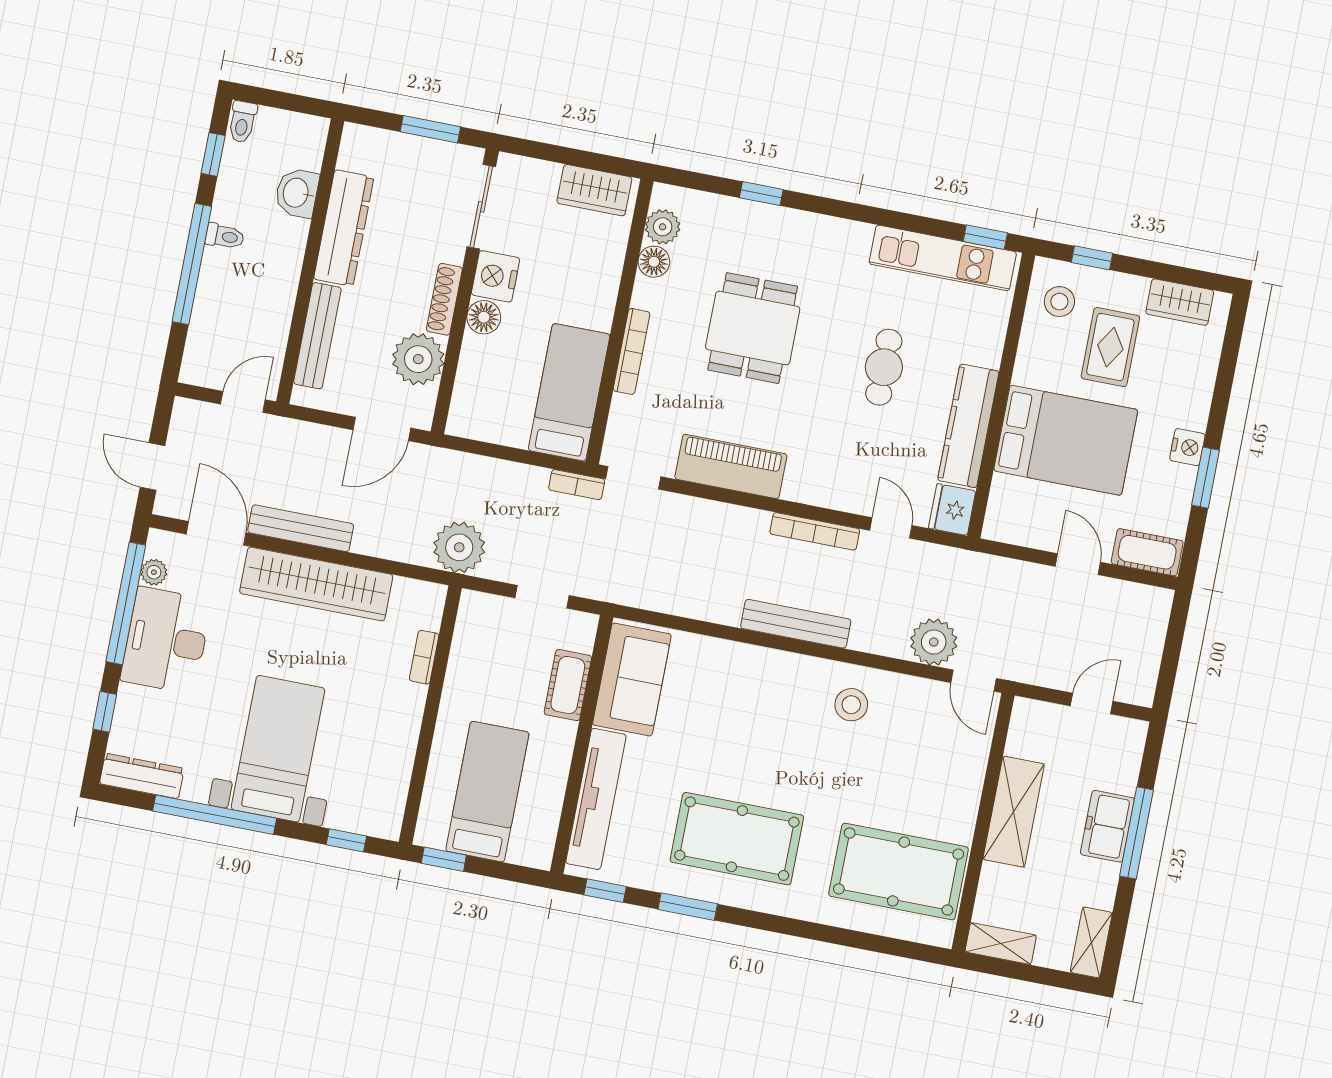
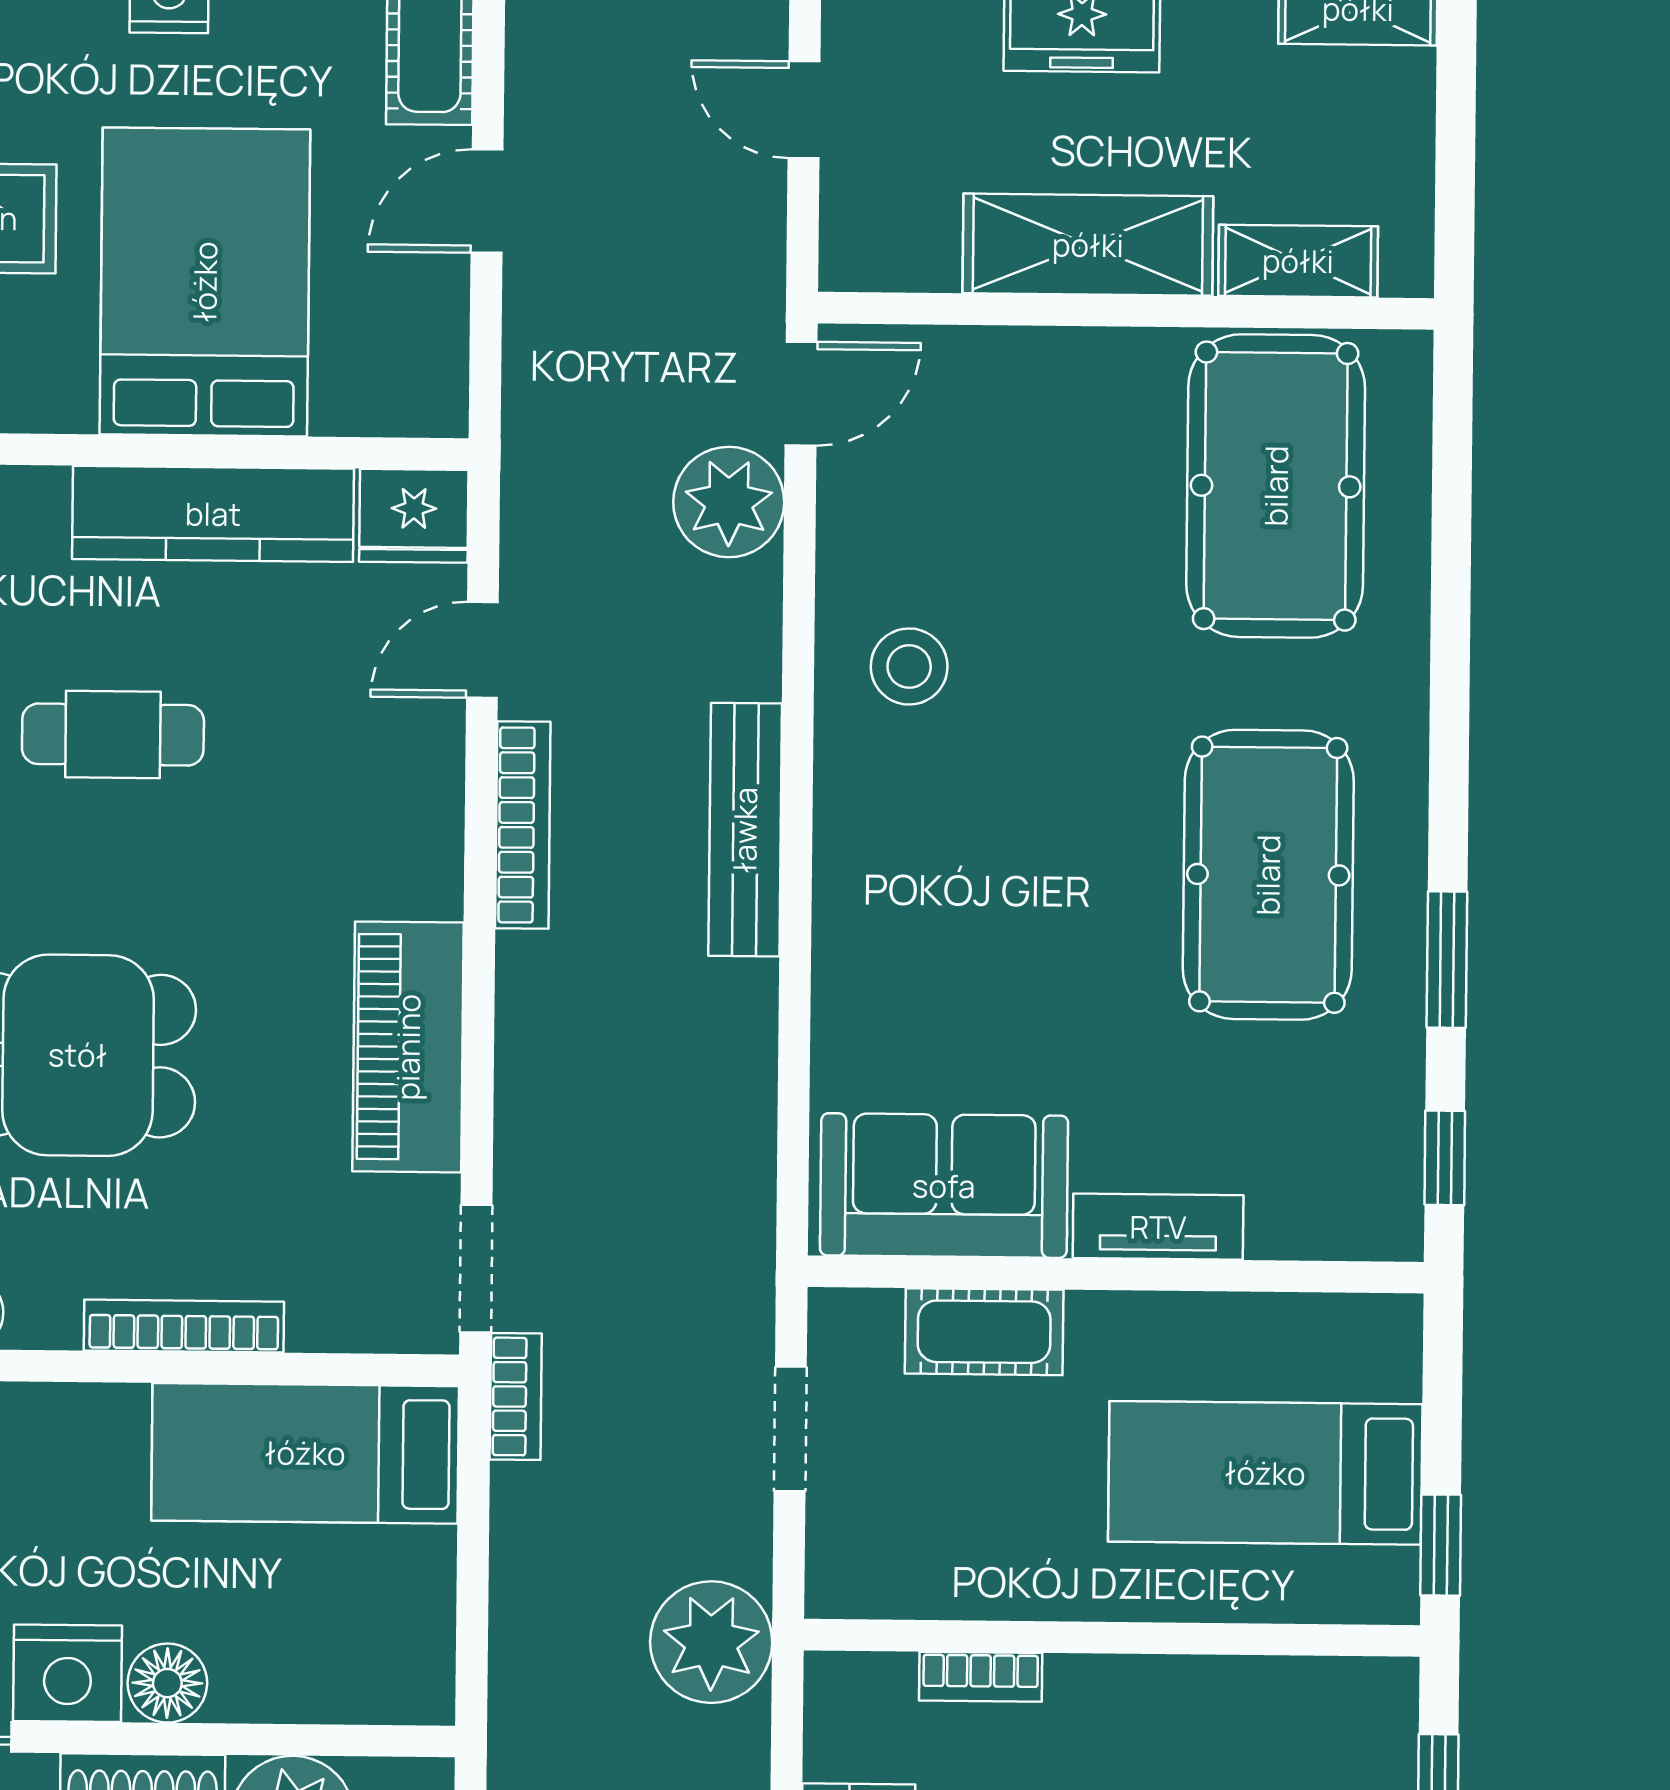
tv unit: (596, 799) -> (1158, 1227), width x0.52, depth x0.78
shelving: (1001, 944) -> (1298, 261), moved, turned 90

